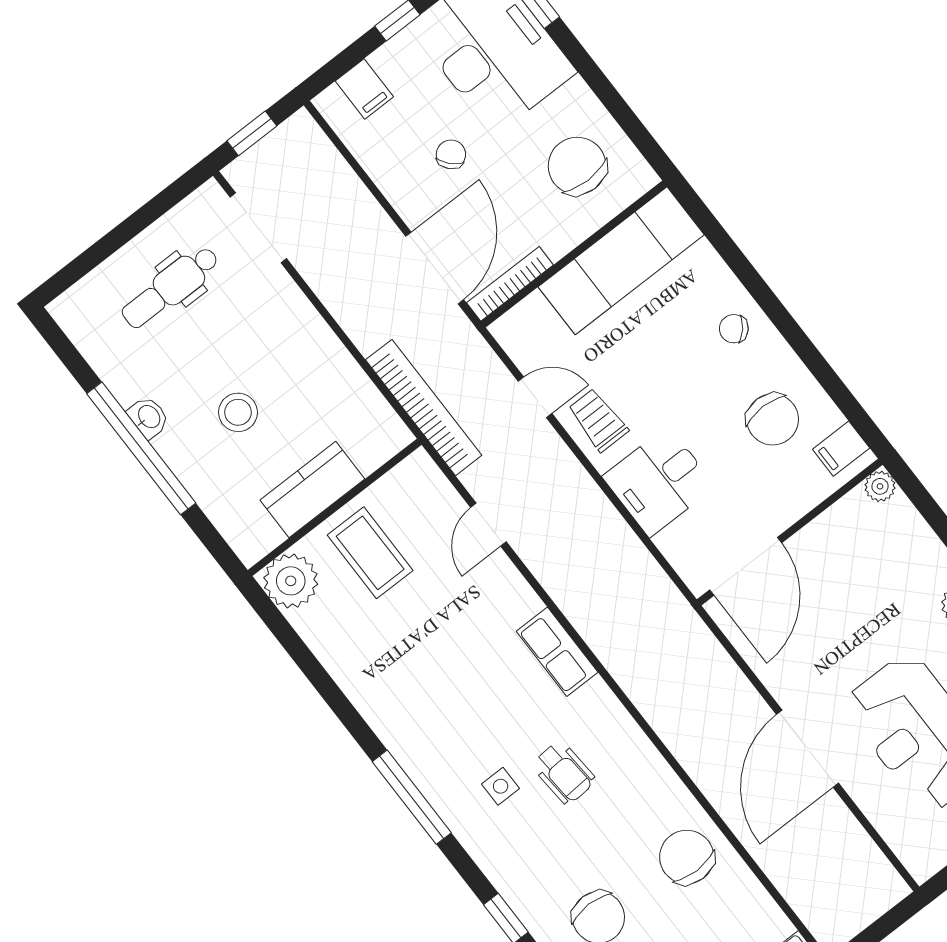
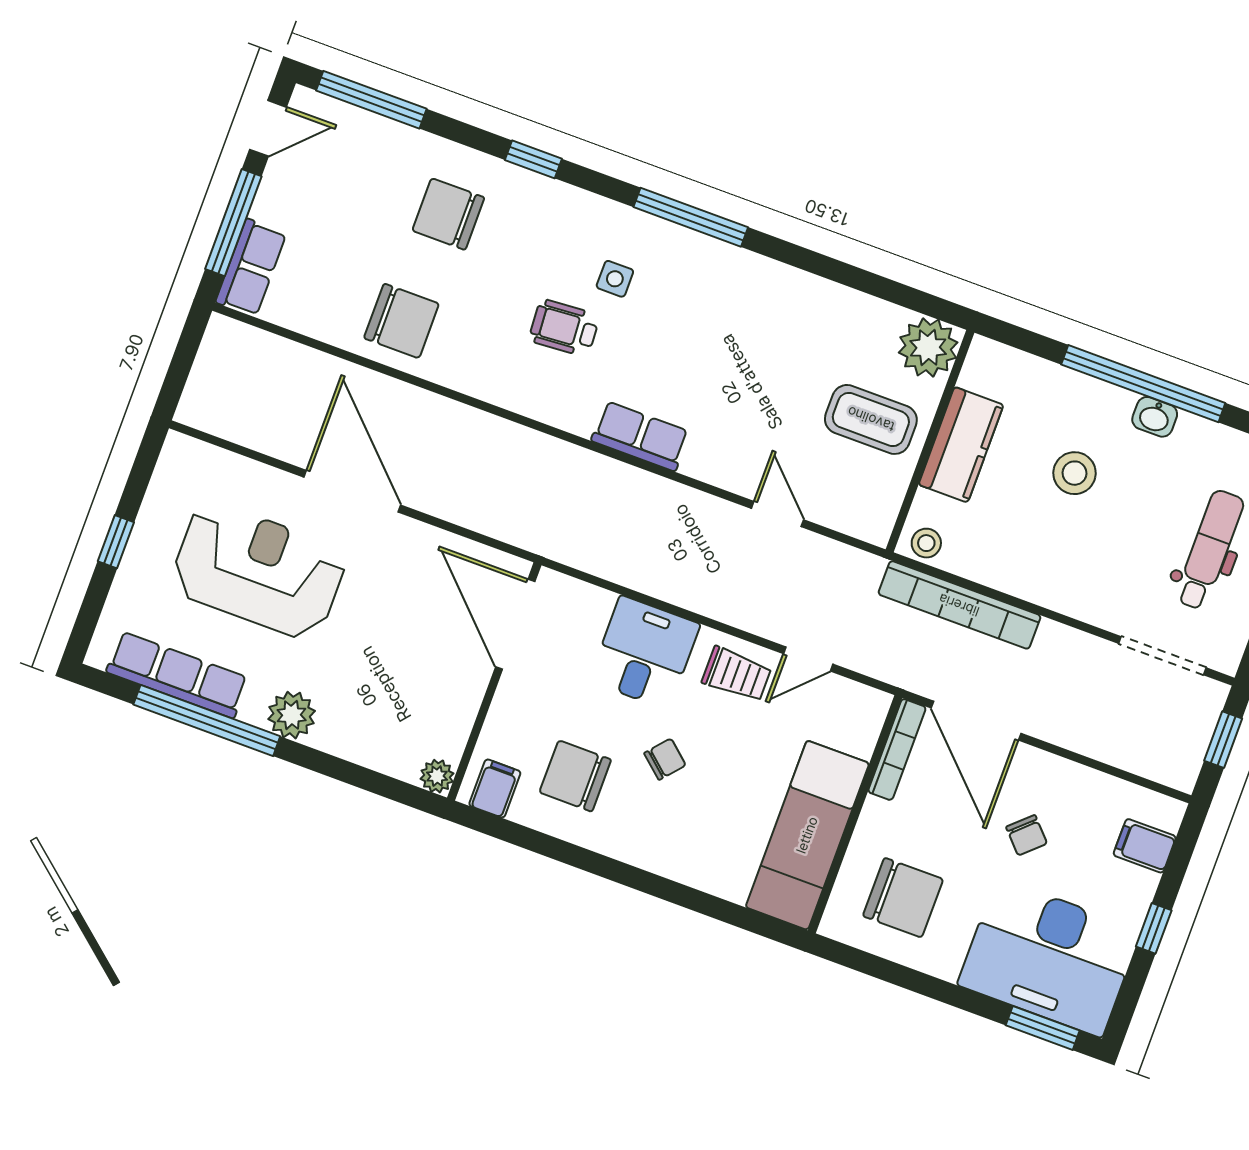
chair: (734, 329) -> (665, 759), moved
bookcase: (424, 408) -> (959, 605), moved
stool: (387, 430) -> (926, 543), added

